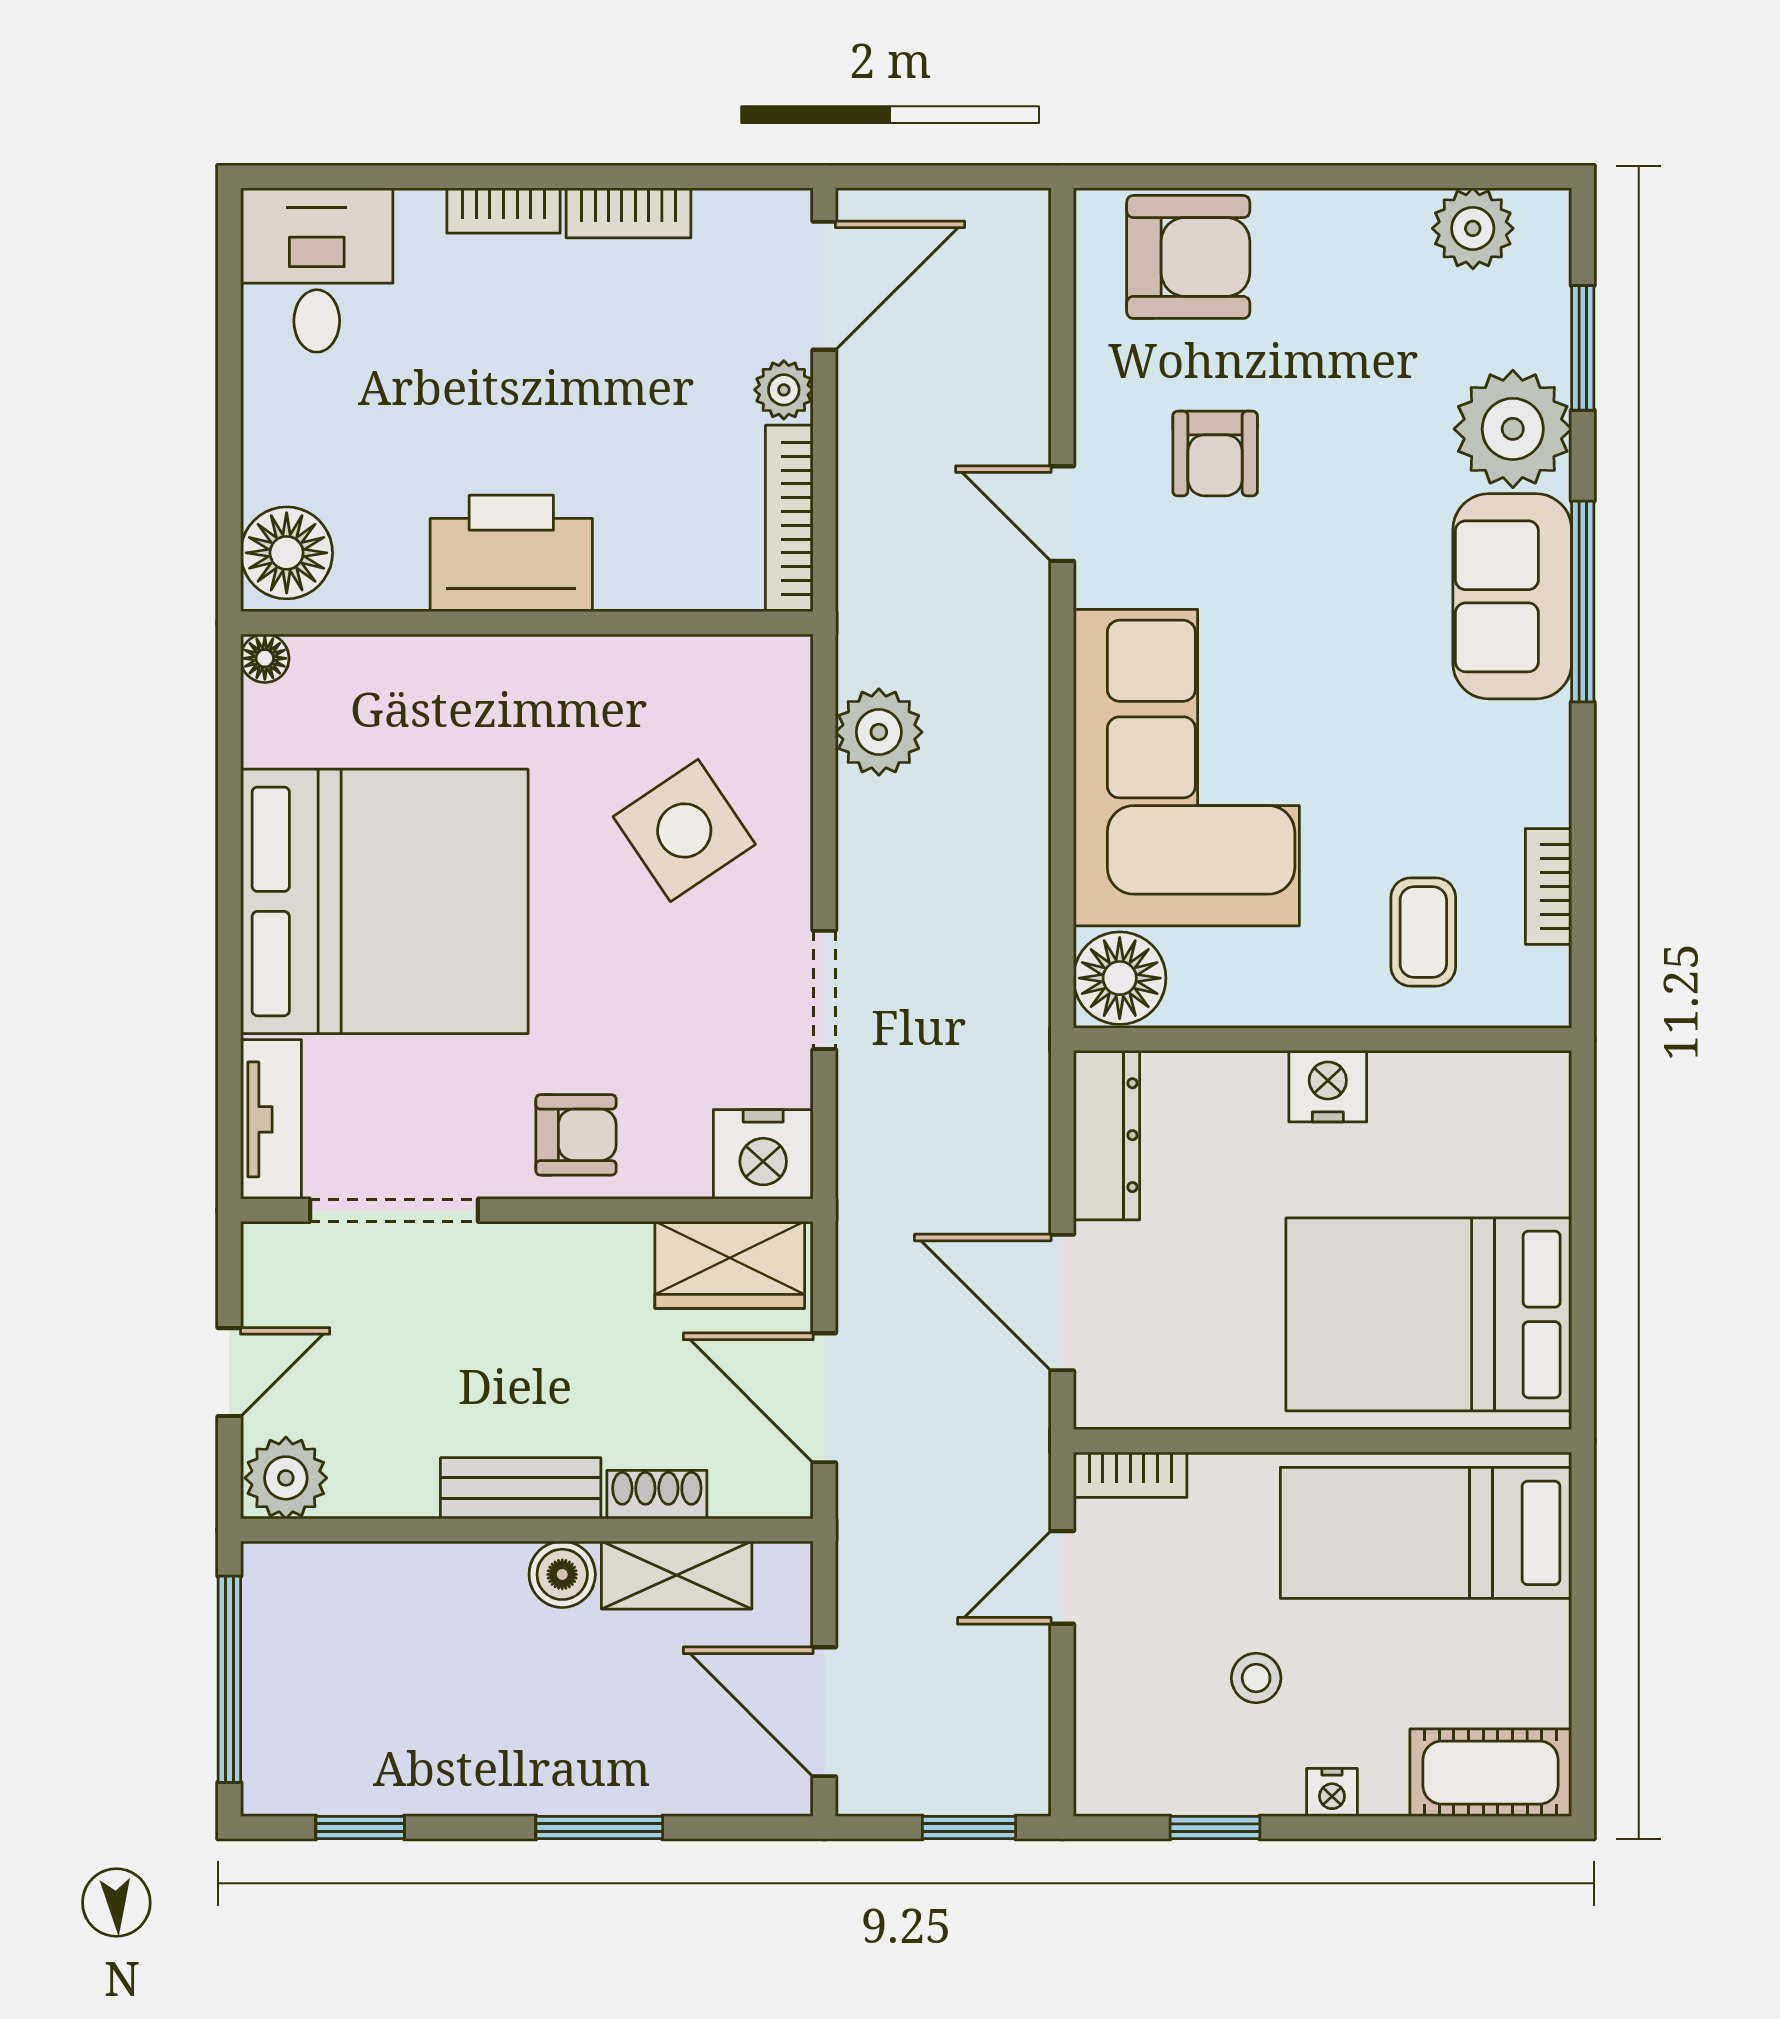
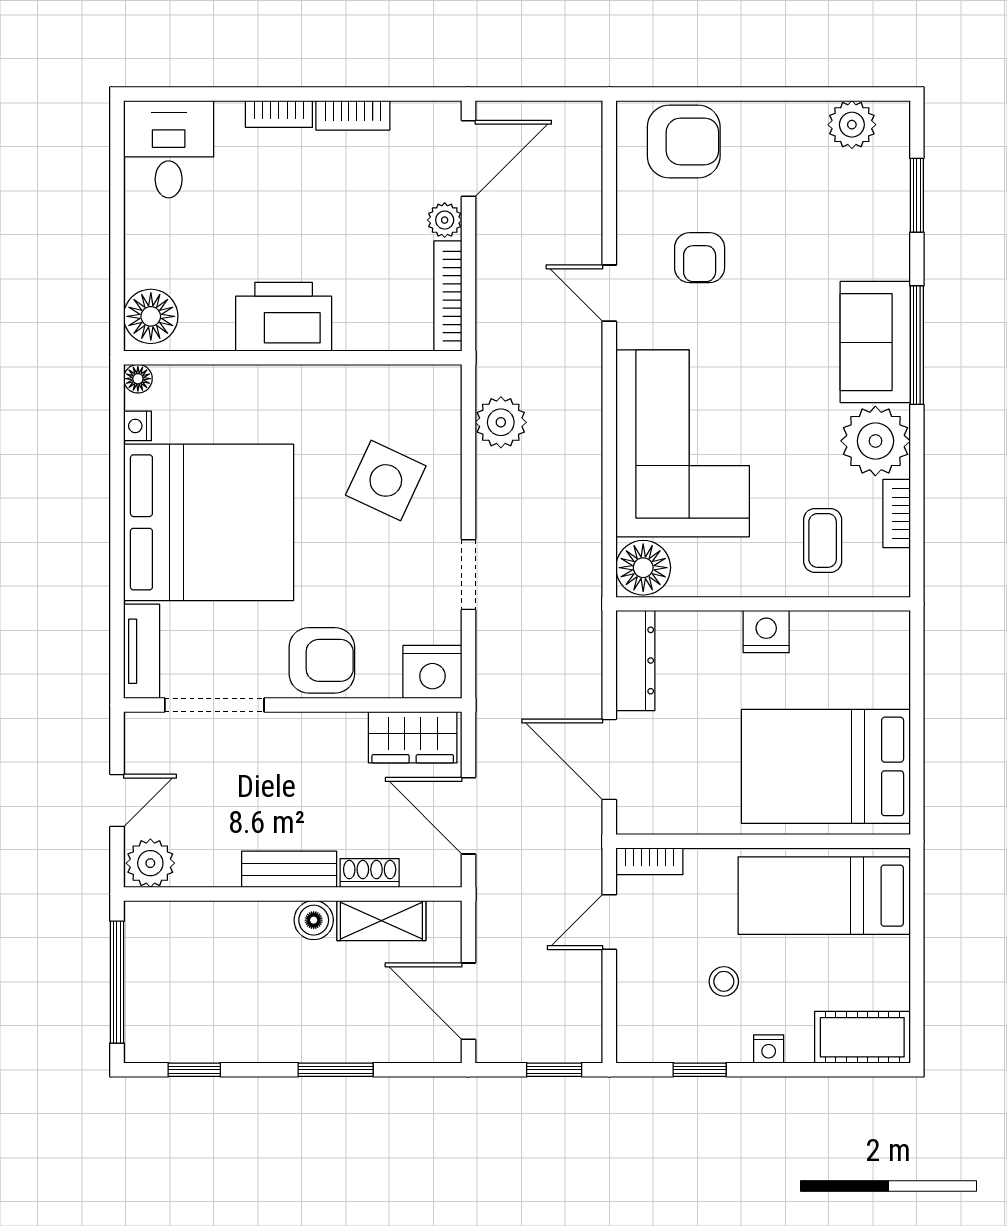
plant: (1513, 429) -> (875, 441), moved
nightstand: (264, 738) -> (138, 426), added
side table: (684, 830) -> (386, 480), turned -31
armchair: (576, 1135) -> (322, 660), width x1.38, depth x1.38

